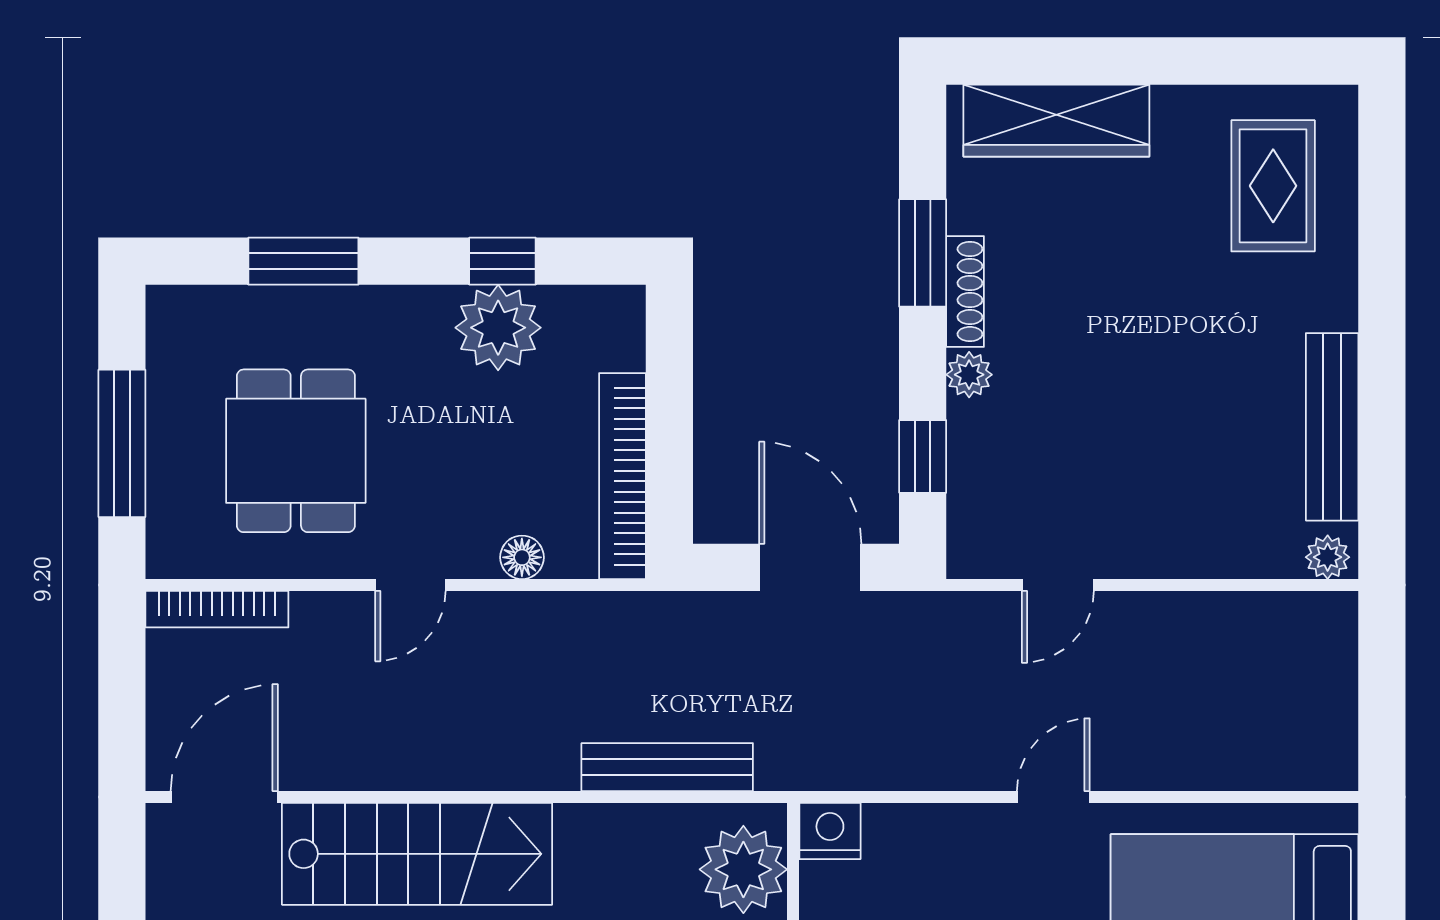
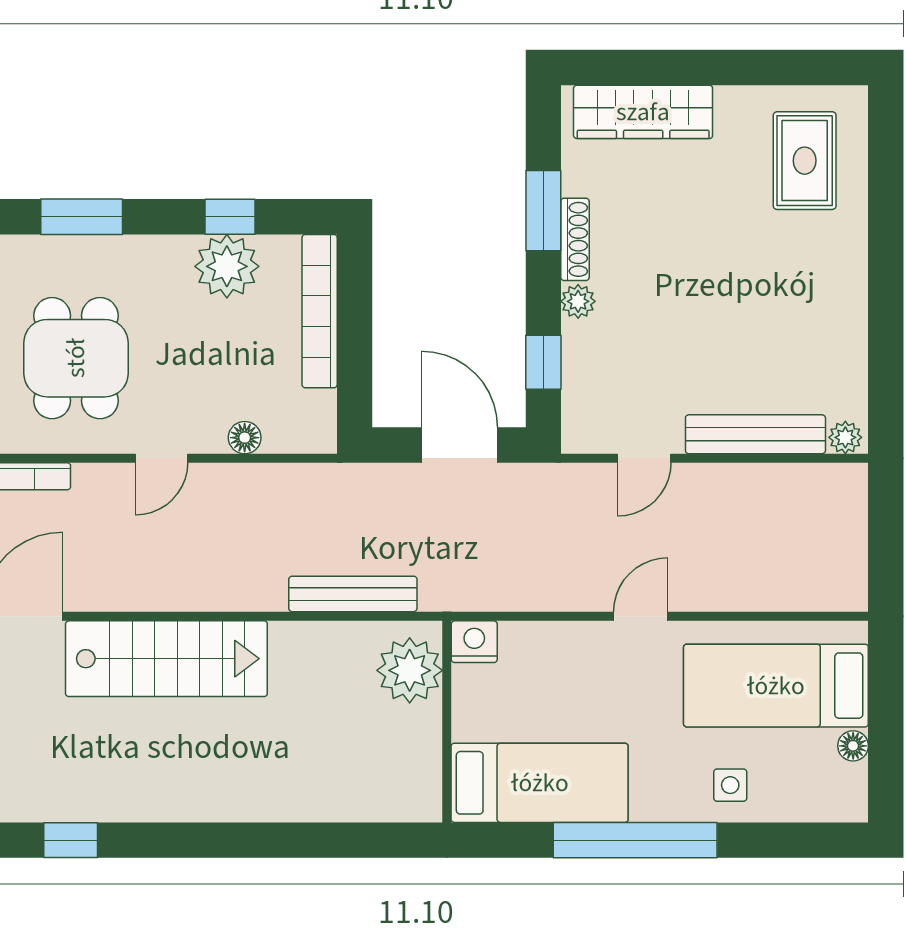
bench: (1332, 427) -> (755, 434), moved, turned 90
bookcase: (622, 476) -> (320, 311), moved

